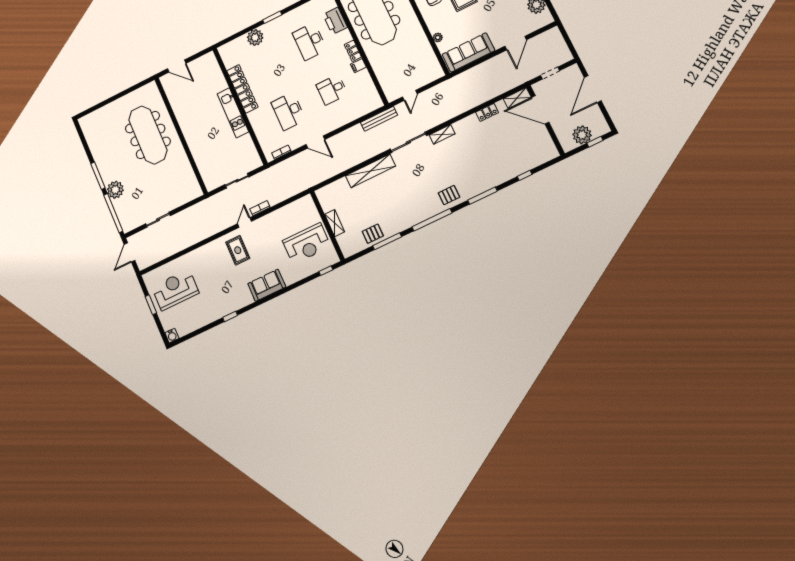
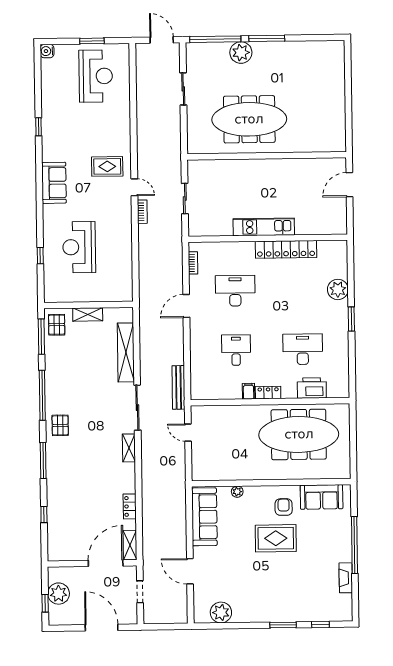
meeting table: (148, 135) -> (249, 119), moved
shelving: (335, 223) -> (88, 314), moved
wall: (327, 226) -> (88, 305), moved

